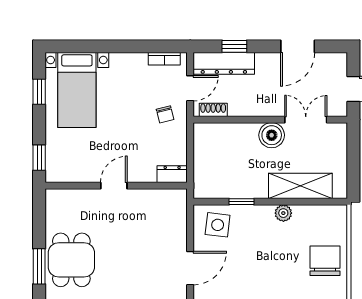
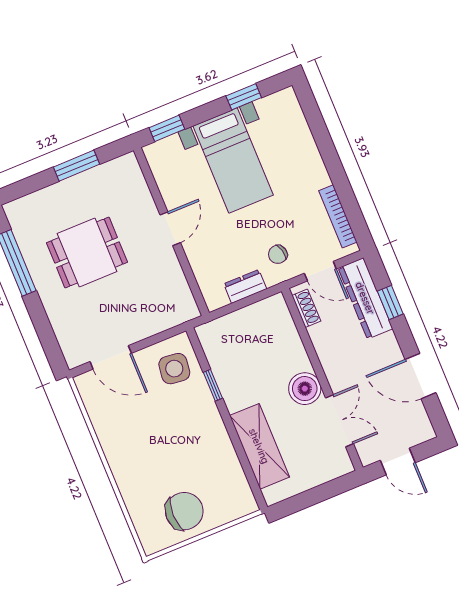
bookcase: (164, 59) -> (338, 216), width x1.56
bed with nightstands: (77, 90) -> (233, 161), moved, turned -90
dresser: (172, 174) -> (245, 286), moved, turned -90
door: (114, 186) -> (170, 229), hinge flipped
plant: (283, 213) -> (220, 440), removed
dining table: (71, 260) -> (87, 252), moved
window: (39, 266) -> (76, 166), moved

